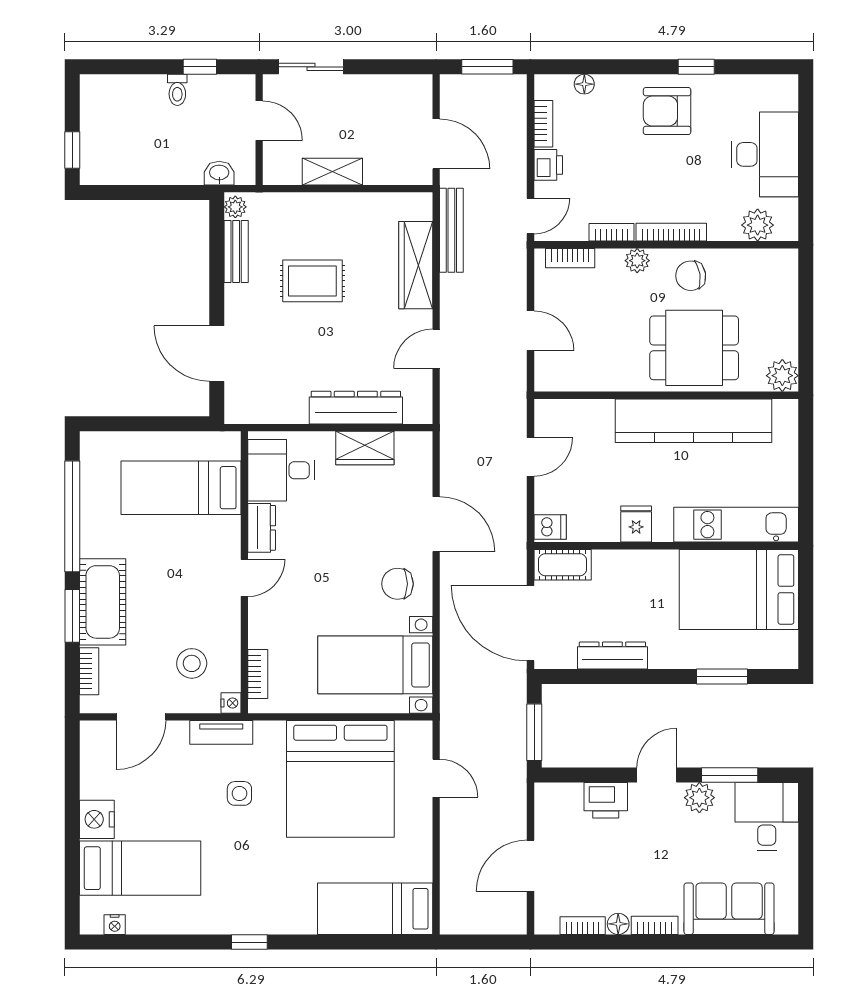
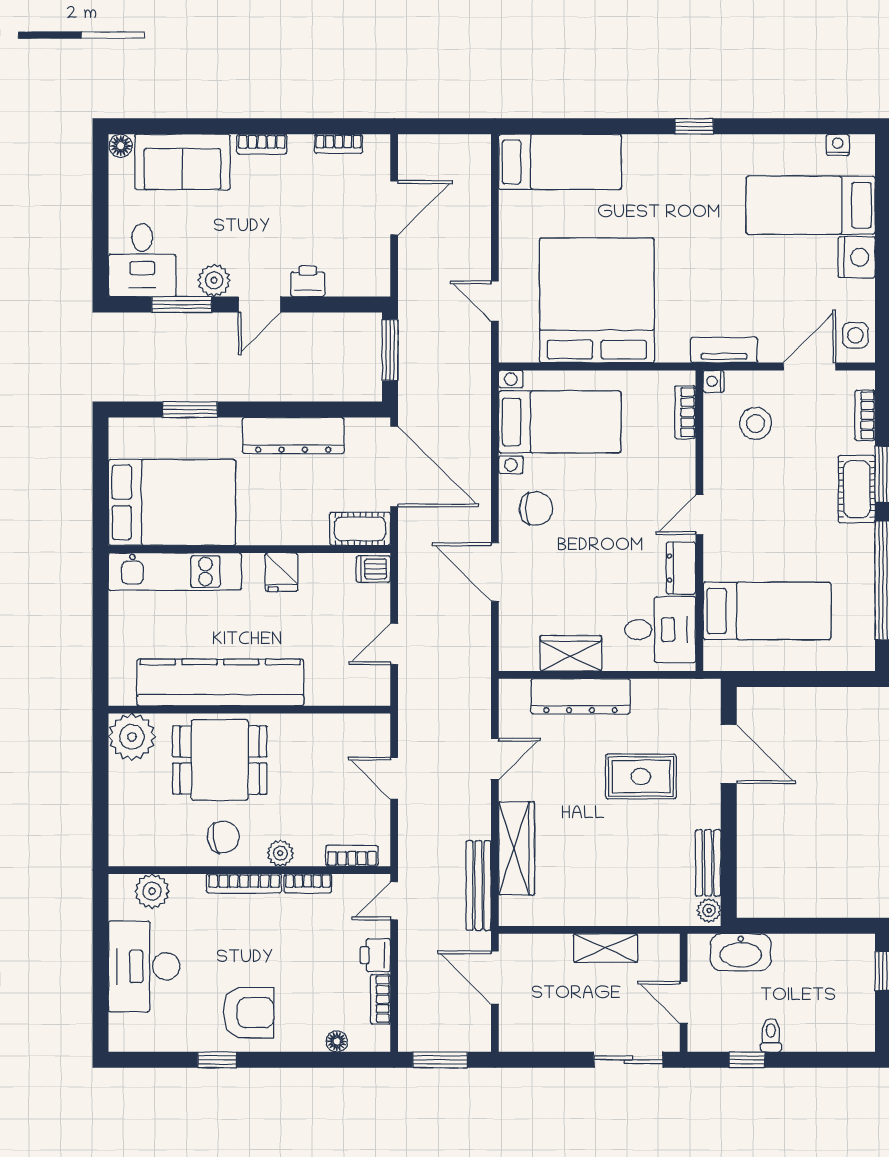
washbasin: (219, 173) -> (741, 952), width x1.91, depth x1.45
rug: (312, 281) -> (641, 777), moved
plant: (782, 376) -> (132, 737), width x1.36, depth x1.36
cot: (103, 602) -> (857, 489), width x0.73, depth x0.75
dresser: (612, 655) -> (293, 436), width x1.37, depth x1.24
side table: (239, 793) -> (855, 335), moved
printer: (606, 800) -> (308, 281), width x0.73, depth x0.81
floor lamp: (618, 924) -> (121, 146), moved

